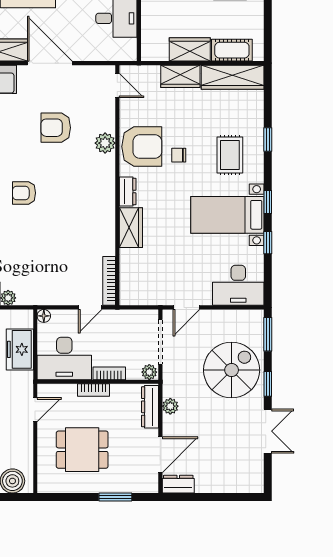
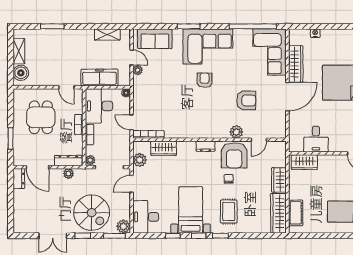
wardrobe: (190, 49) -> (304, 162), moved, turned 90
door: (117, 85) -> (259, 140), moved
armchair: (56, 128) -> (246, 100), turned 90
window: (268, 139) -> (220, 236), moved
rug: (230, 155) -> (229, 212), turned 90
wardrobe: (131, 228) -> (164, 148), moved
plant: (149, 295) -> (140, 160), added
door: (186, 307) -> (132, 184), hinge flipped
plant: (253, 320) -> (123, 226), added
freezer: (20, 349) -> (99, 78), width x1.40

